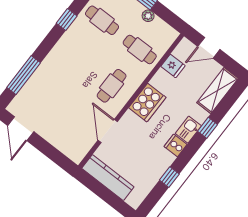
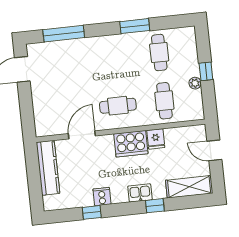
window: (67, 20) -> (135, 26), width x1.50
fridge: (173, 66) -> (156, 139), moved
cooker: (176, 145) -> (102, 197), moved

